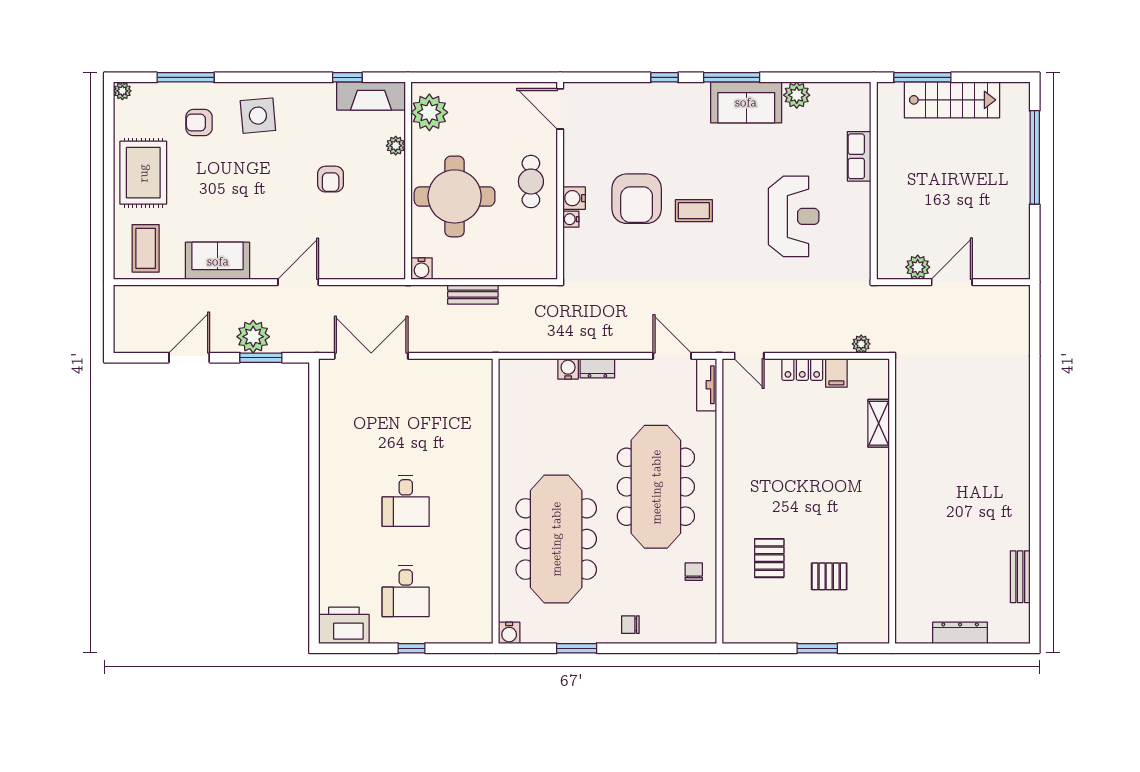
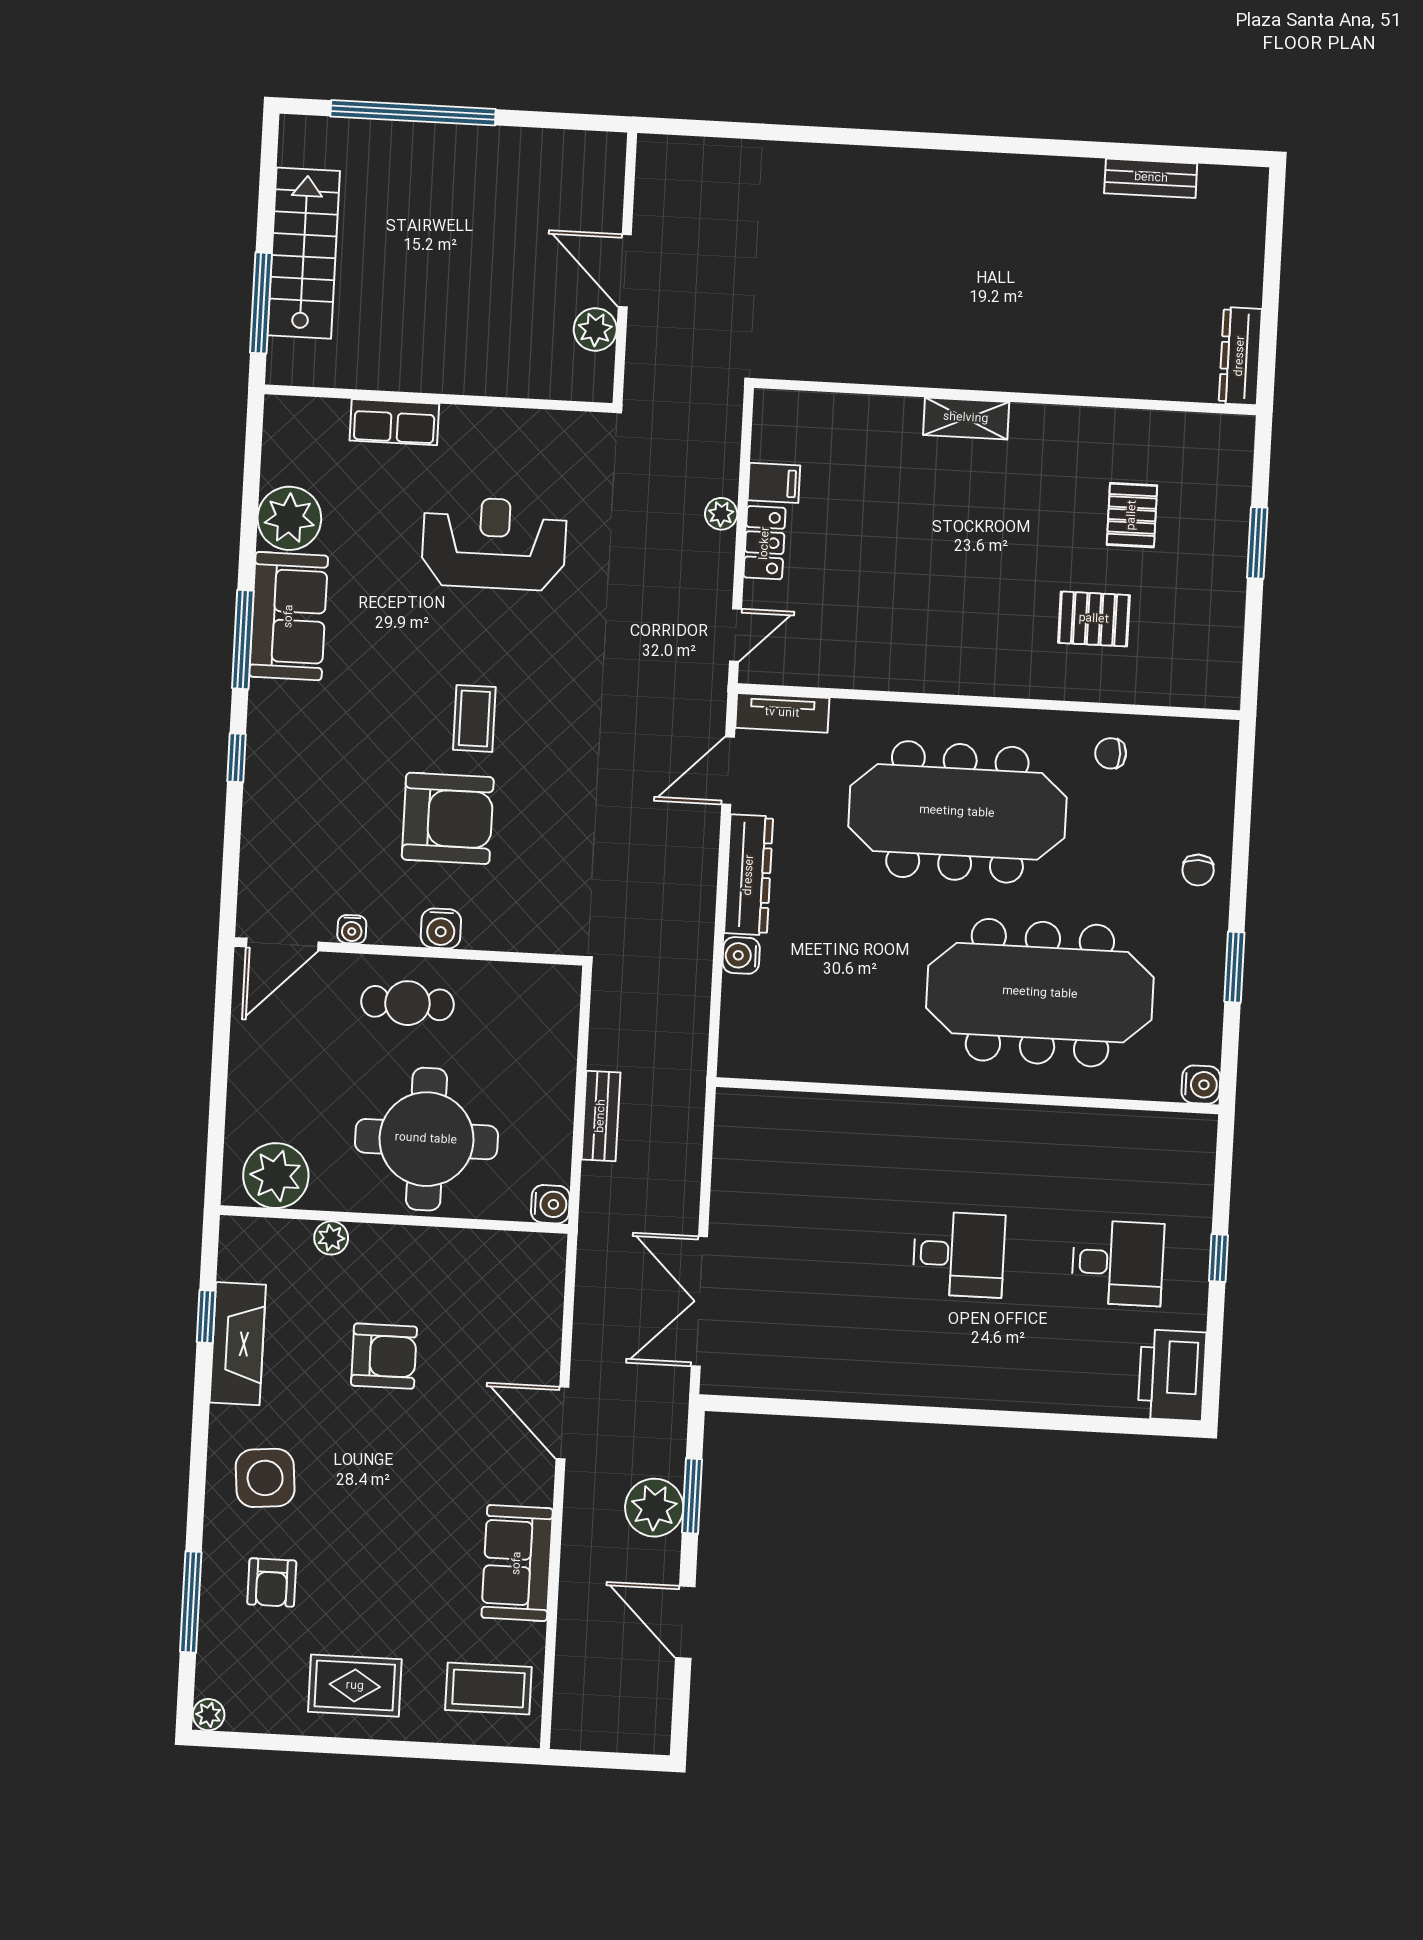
plant: (797, 95) -> (289, 518), width x1.36, depth x1.36
fireplace: (371, 96) -> (238, 1344), moved
rug: (143, 173) -> (355, 1686), width x0.73, depth x0.70
armchair: (331, 179) -> (384, 1356), width x1.38, depth x1.38
water cooler: (571, 219) -> (352, 929), moved
plant: (861, 344) -> (721, 514), moved
dresser: (597, 368) -> (749, 875), width x1.96, depth x1.24
shelving: (879, 423) -> (966, 418), moved
dresser: (960, 633) -> (1240, 356), moved

